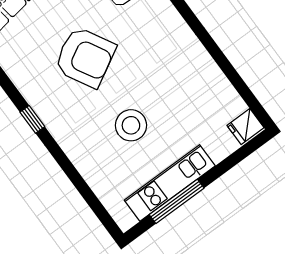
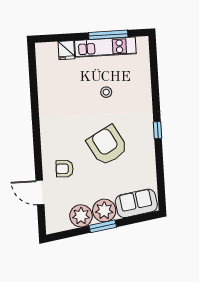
stool: (131, 125) -> (106, 92), width x0.53, depth x0.53
fridge: (245, 127) -> (66, 50), moved, turned 90

